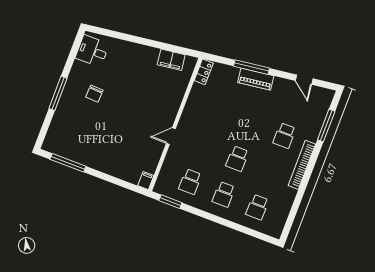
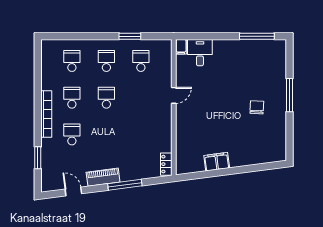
desk: (92, 51) -> (200, 53), moved, turned -90
filing cabinet: (171, 60) -> (217, 162), moved
piano: (256, 79) -> (103, 177), moved
window: (326, 126) -> (38, 158), width x0.69
school desk: (271, 171) -> (72, 98), added
window: (170, 202) -> (130, 36), moved

